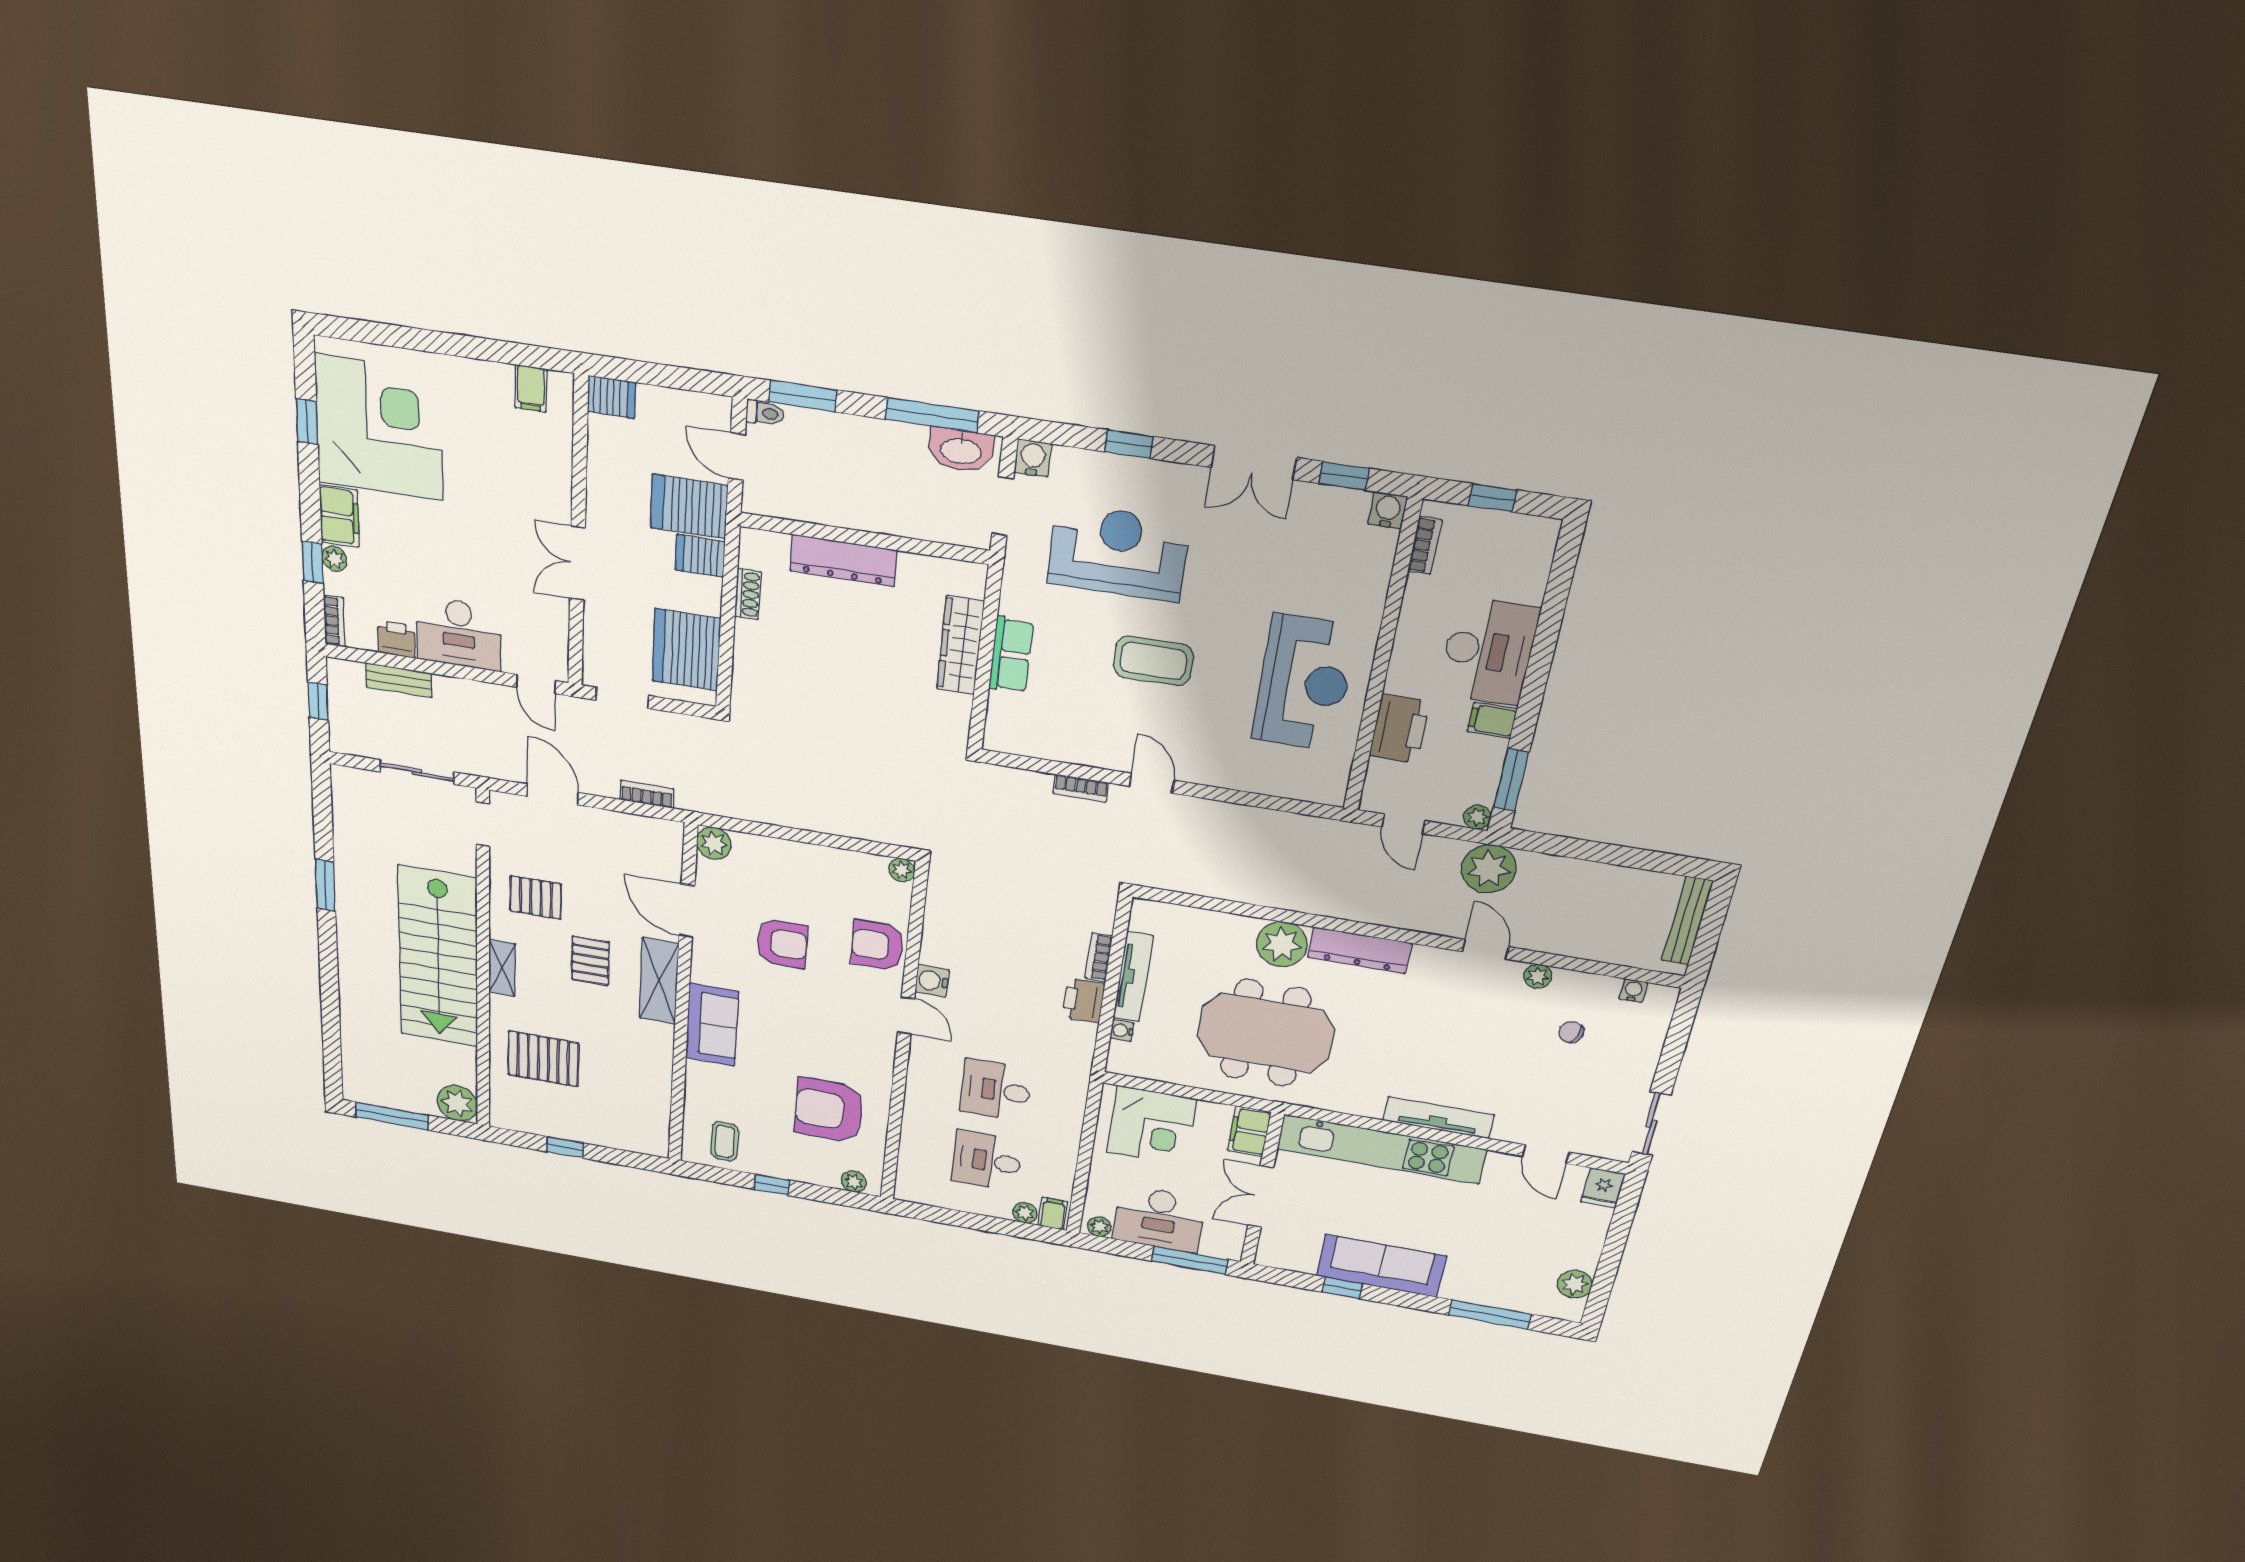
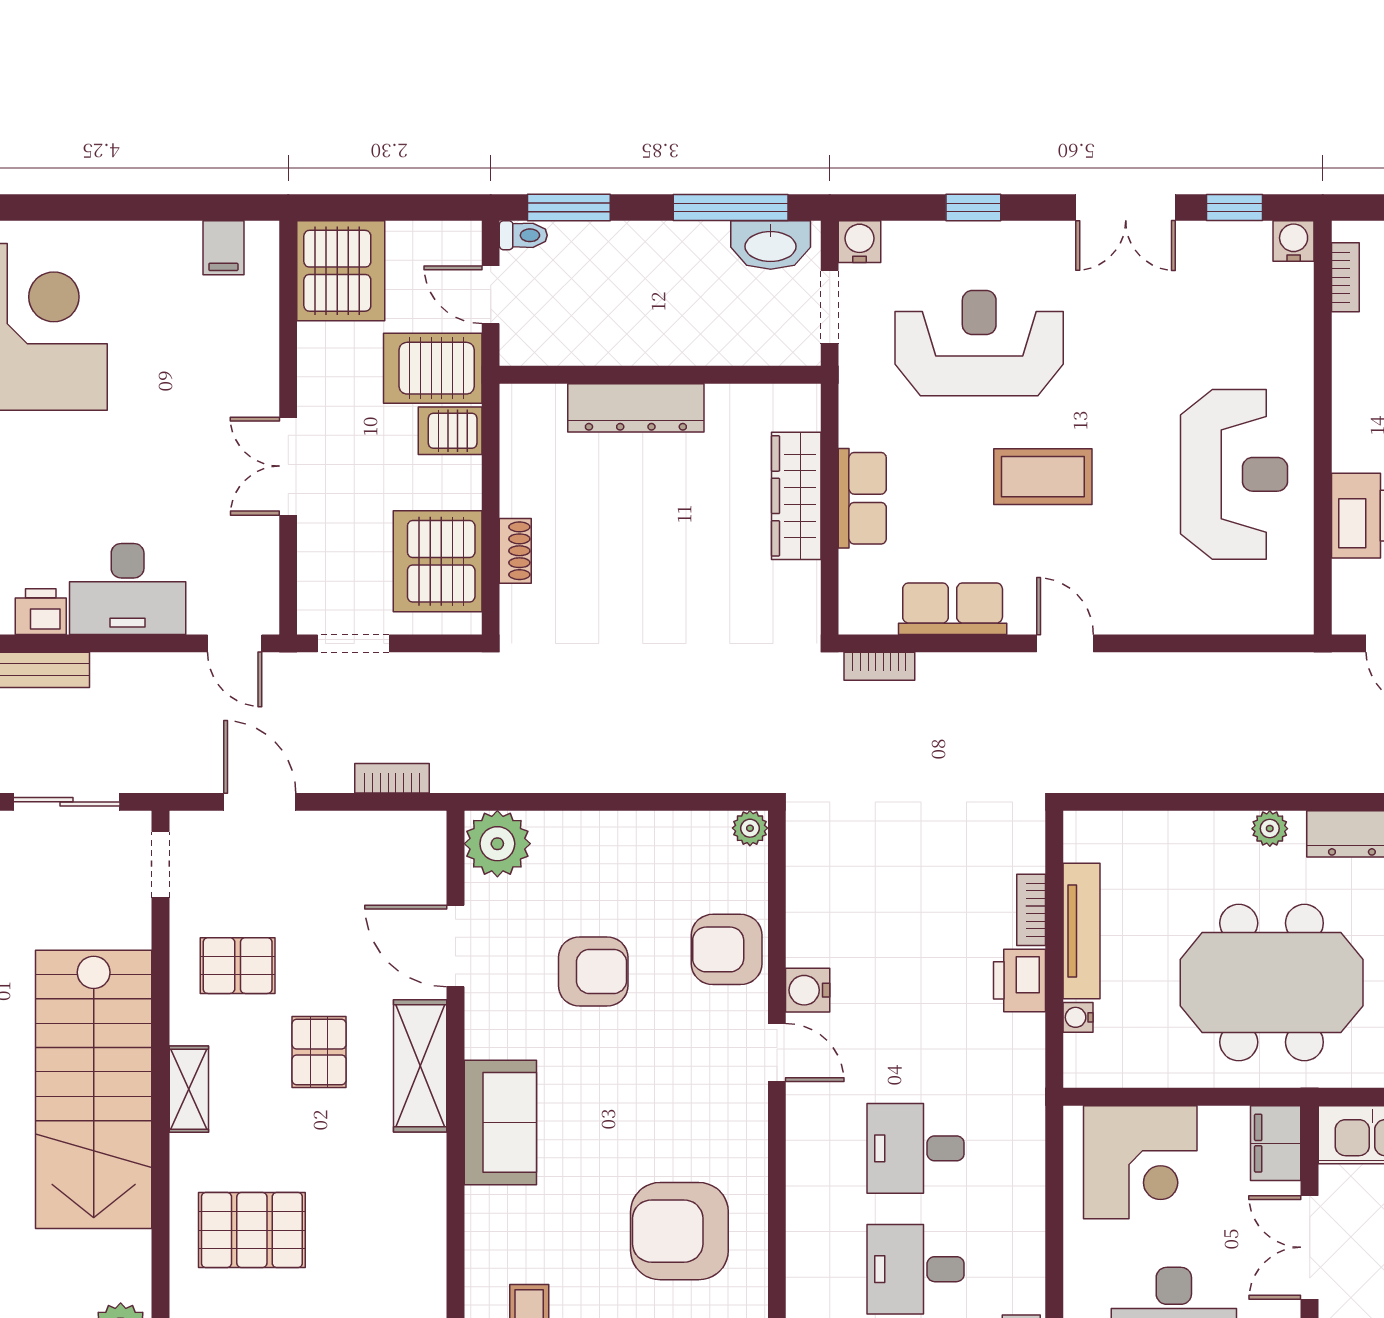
server rack: (611, 397) -> (341, 271), width x2.18, depth x1.44
shoe rack: (748, 594) -> (515, 551), moved
row of seats: (1070, 745) -> (953, 609), added
bookcase: (1081, 788) -> (879, 666), moved
plant: (714, 843) -> (497, 844), width x1.36, depth x1.36
plant: (1282, 944) -> (1270, 829), width x0.53, depth x0.53

